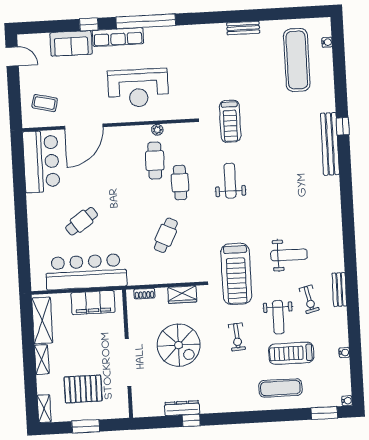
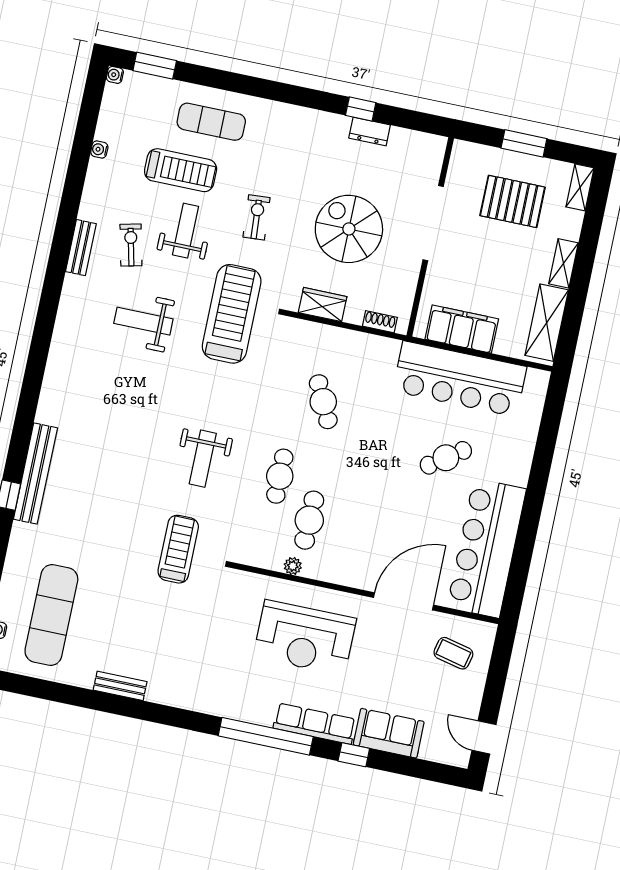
reception desk: (138, 88) -> (305, 638), turned 180
bar counter: (41, 162) -> (487, 548), width x1.36
cafe table: (166, 235) -> (323, 402), turned -53
dresser: (182, 408) -> (370, 131), width x0.70

